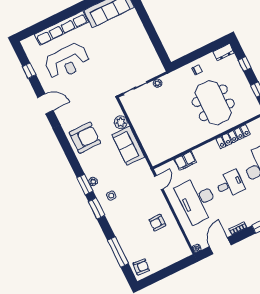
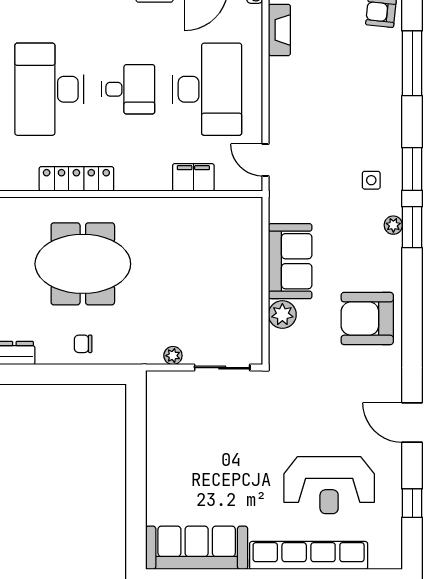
reception desk: (67, 61) -> (329, 485), turned 180
meeting table: (213, 103) -> (83, 264), turned 90
door: (159, 183) -> (266, 160), hinge flipped
desk: (230, 184) -> (128, 89), turned 180
armchair: (157, 223) -> (307, 83), removed
fireplace: (179, 239) -> (279, 30), added

